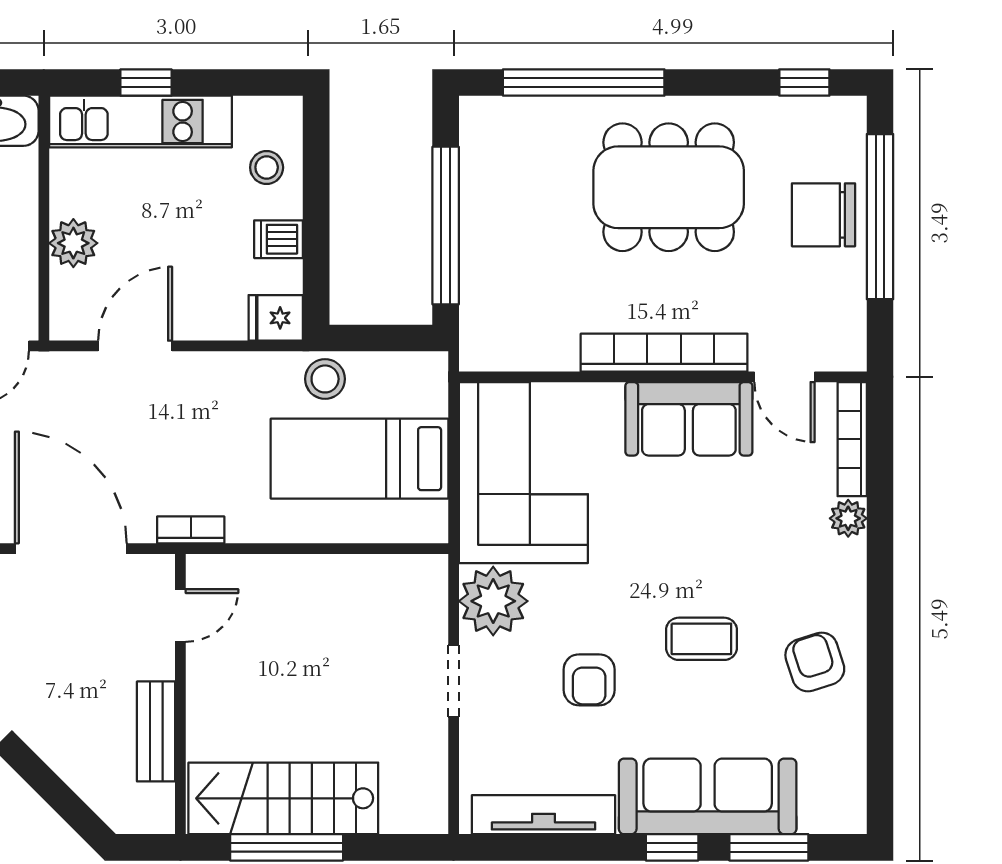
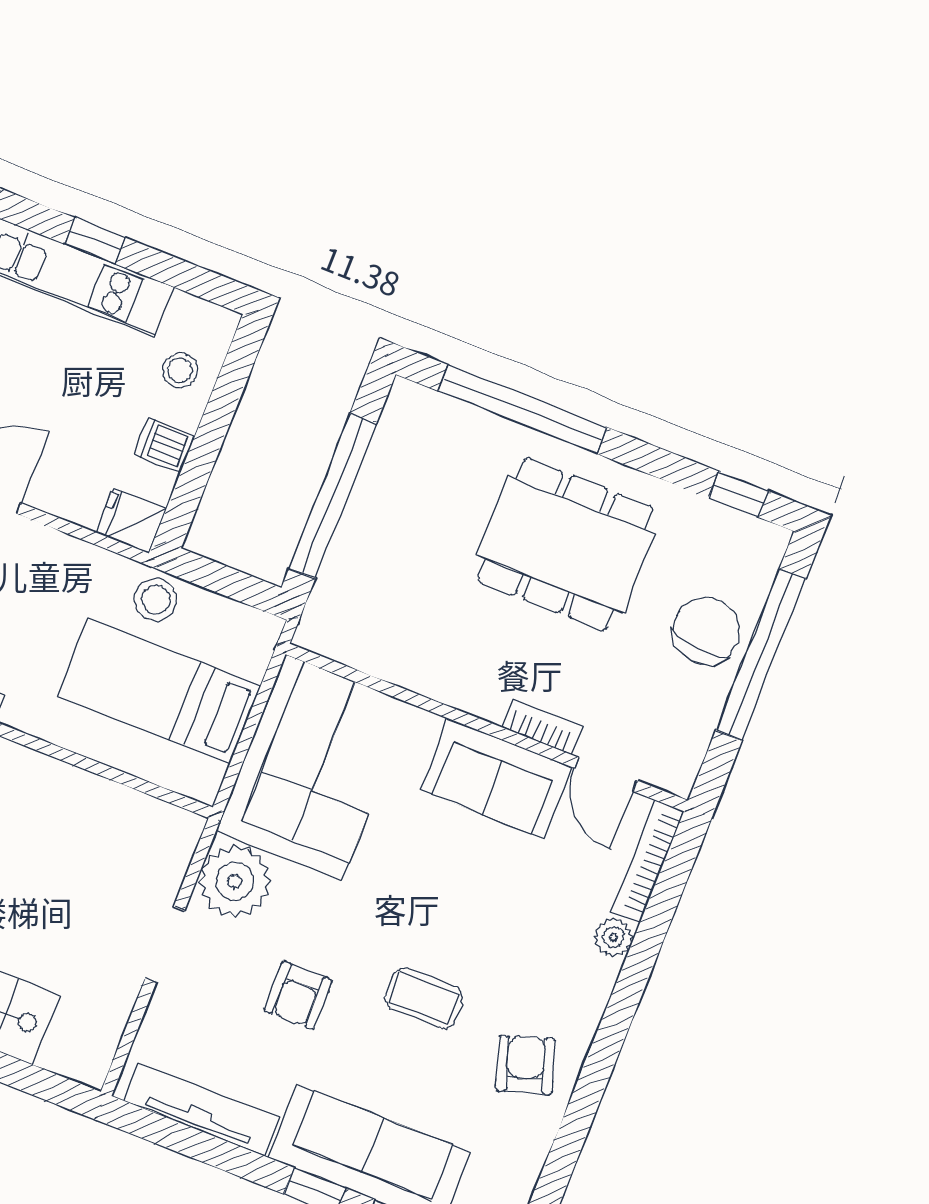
chair: (824, 215) -> (706, 631), turned 96
bookcase: (664, 353) -> (542, 727), width x0.43, depth x0.76

